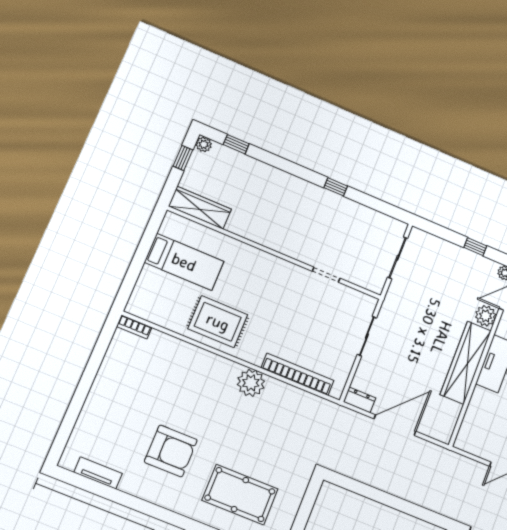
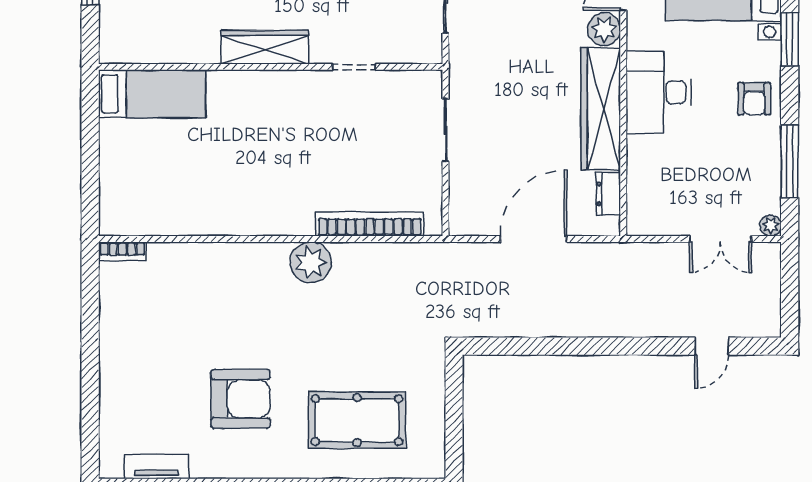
wardrobe: (200, 208) -> (265, 47), moved
bed: (184, 262) -> (152, 94), moved
rug: (218, 322) -> (231, 197), removed
dresser: (360, 400) -> (608, 194), moved, turned -90

